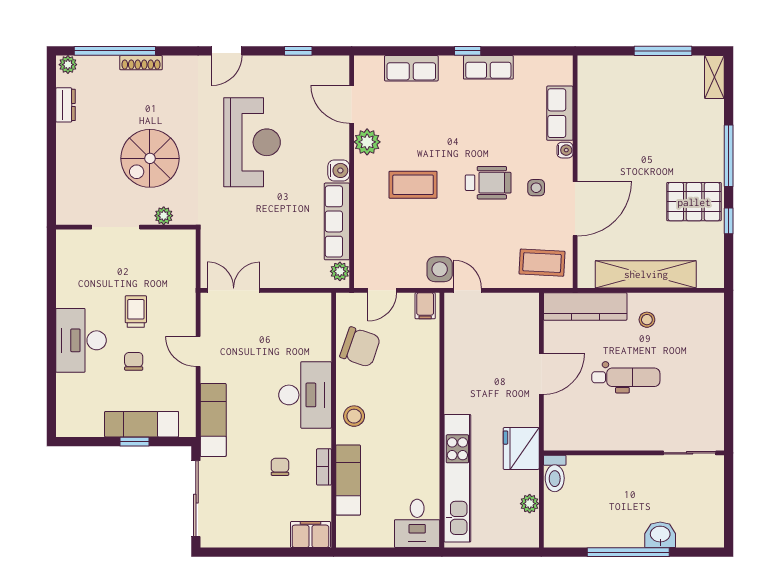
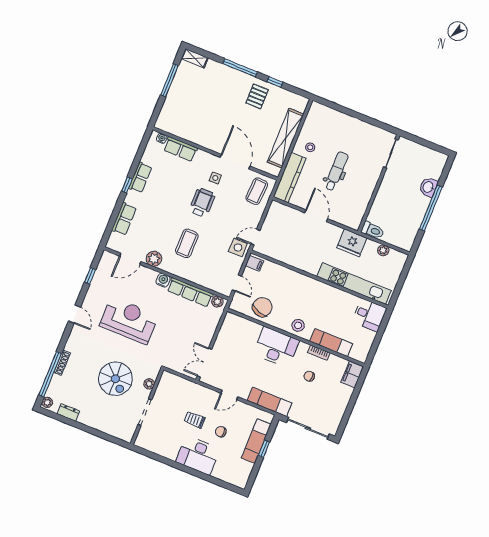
water cooler: (565, 150) -> (162, 138), moved
pallet: (694, 202) -> (257, 96), width x0.67, depth x0.71

